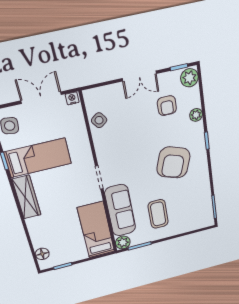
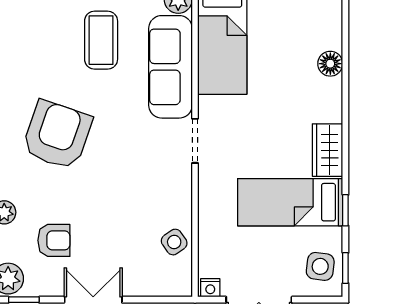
armchair: (167, 106) -> (54, 240), turned 90
wardrobe: (27, 197) -> (327, 150), width x0.67
floor lamp: (42, 254) -> (330, 64), moved

